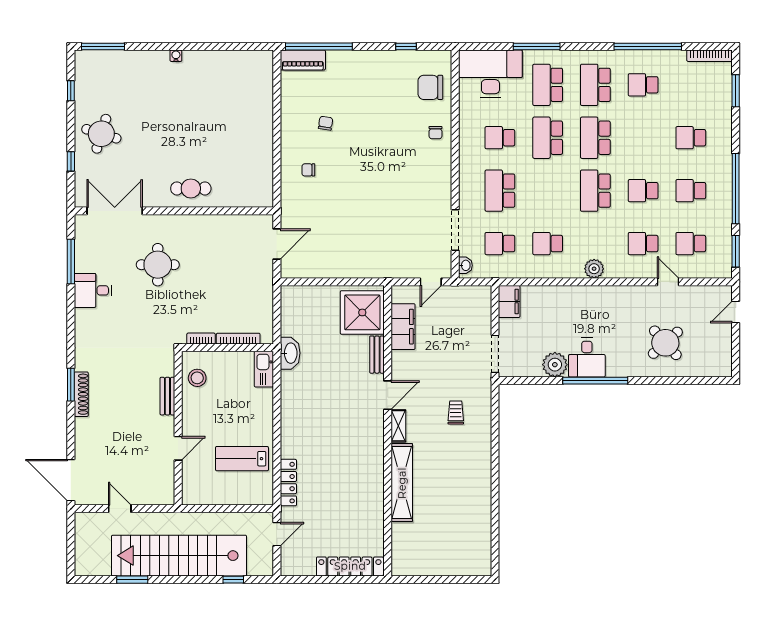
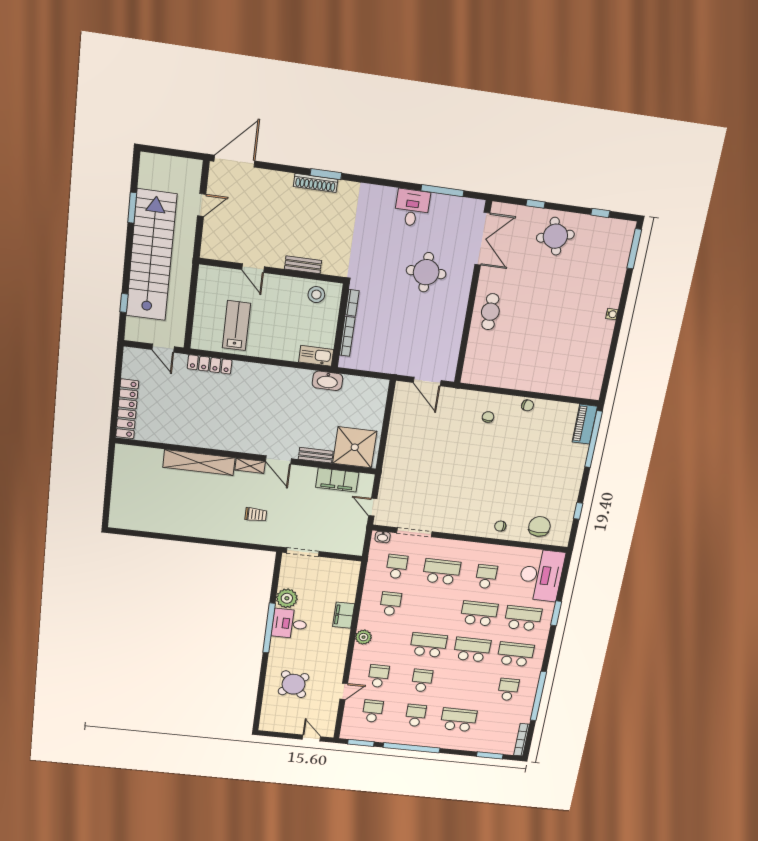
window: (537, 46) -> (556, 613), width x0.69
chair: (326, 123) -> (528, 405), moved
round table: (101, 134) -> (555, 236), turned -31
school desk: (691, 138) -> (459, 720), width x1.85
filing cabinet: (509, 301) -> (344, 615), moved, turned 90

